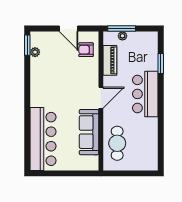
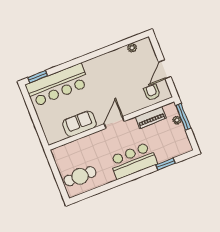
window: (27, 45) -> (38, 77), moved
door: (101, 98) -> (114, 122), swing flipped
sofa: (89, 132) -> (79, 124), width x0.73
cafe table: (117, 143) -> (80, 176), moved

